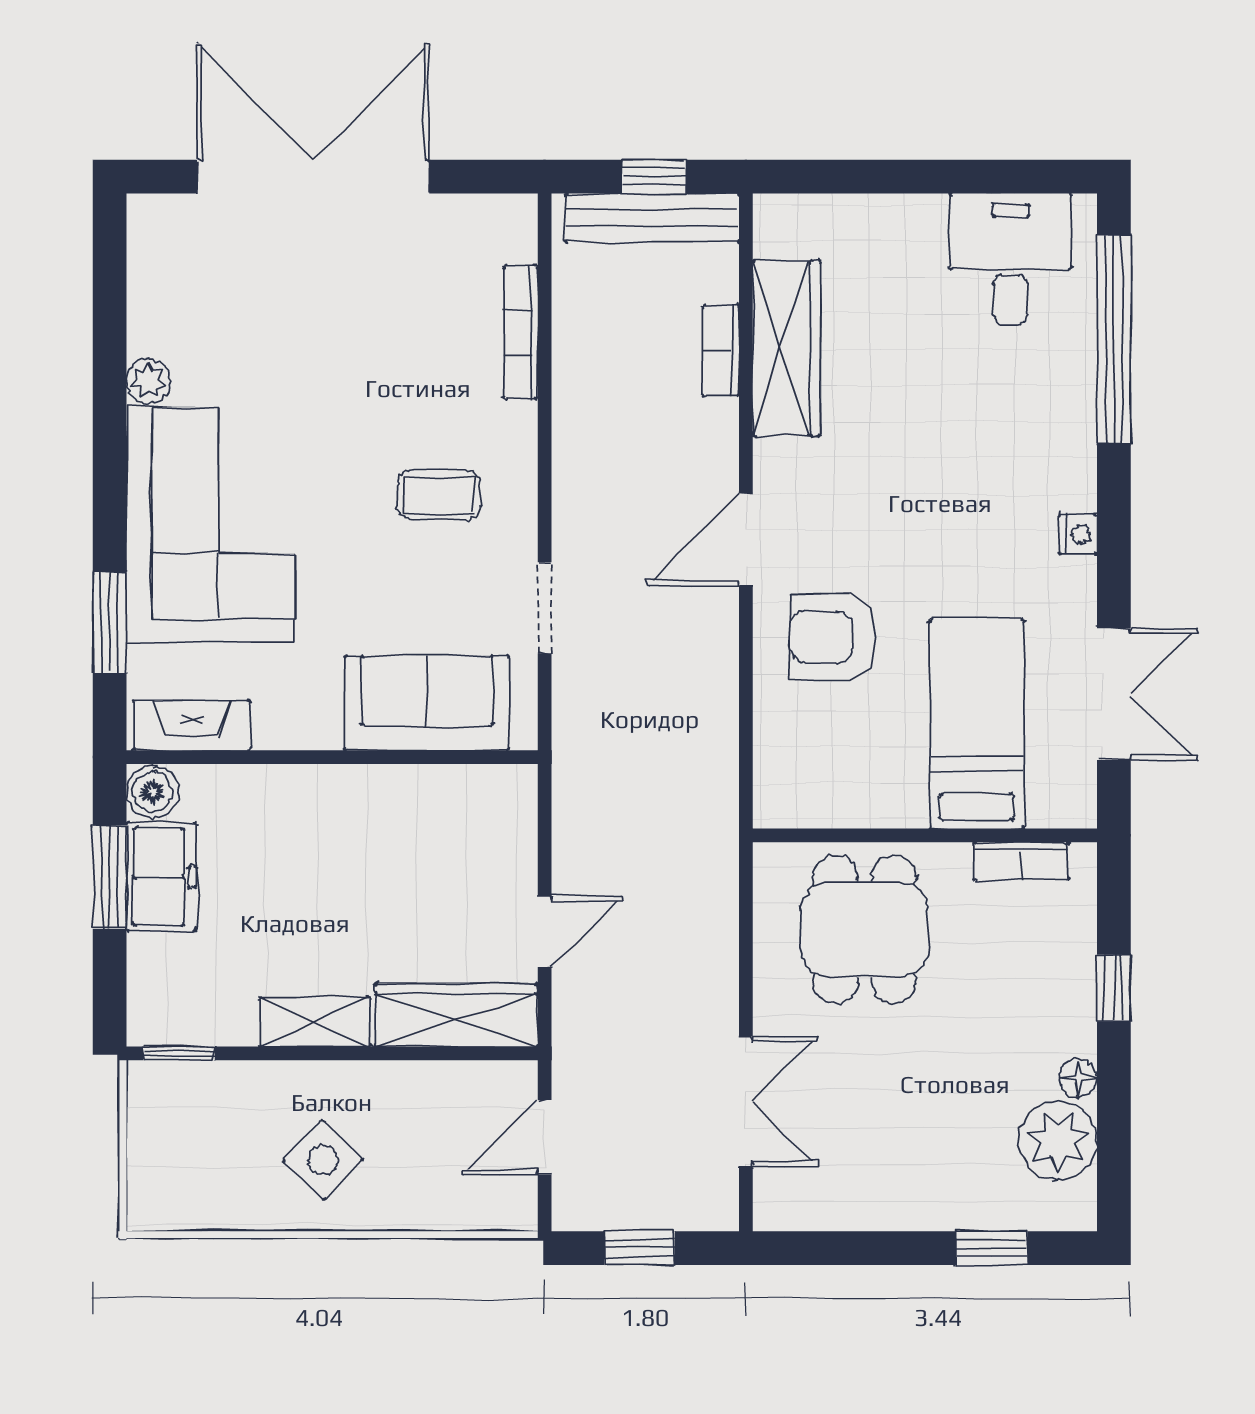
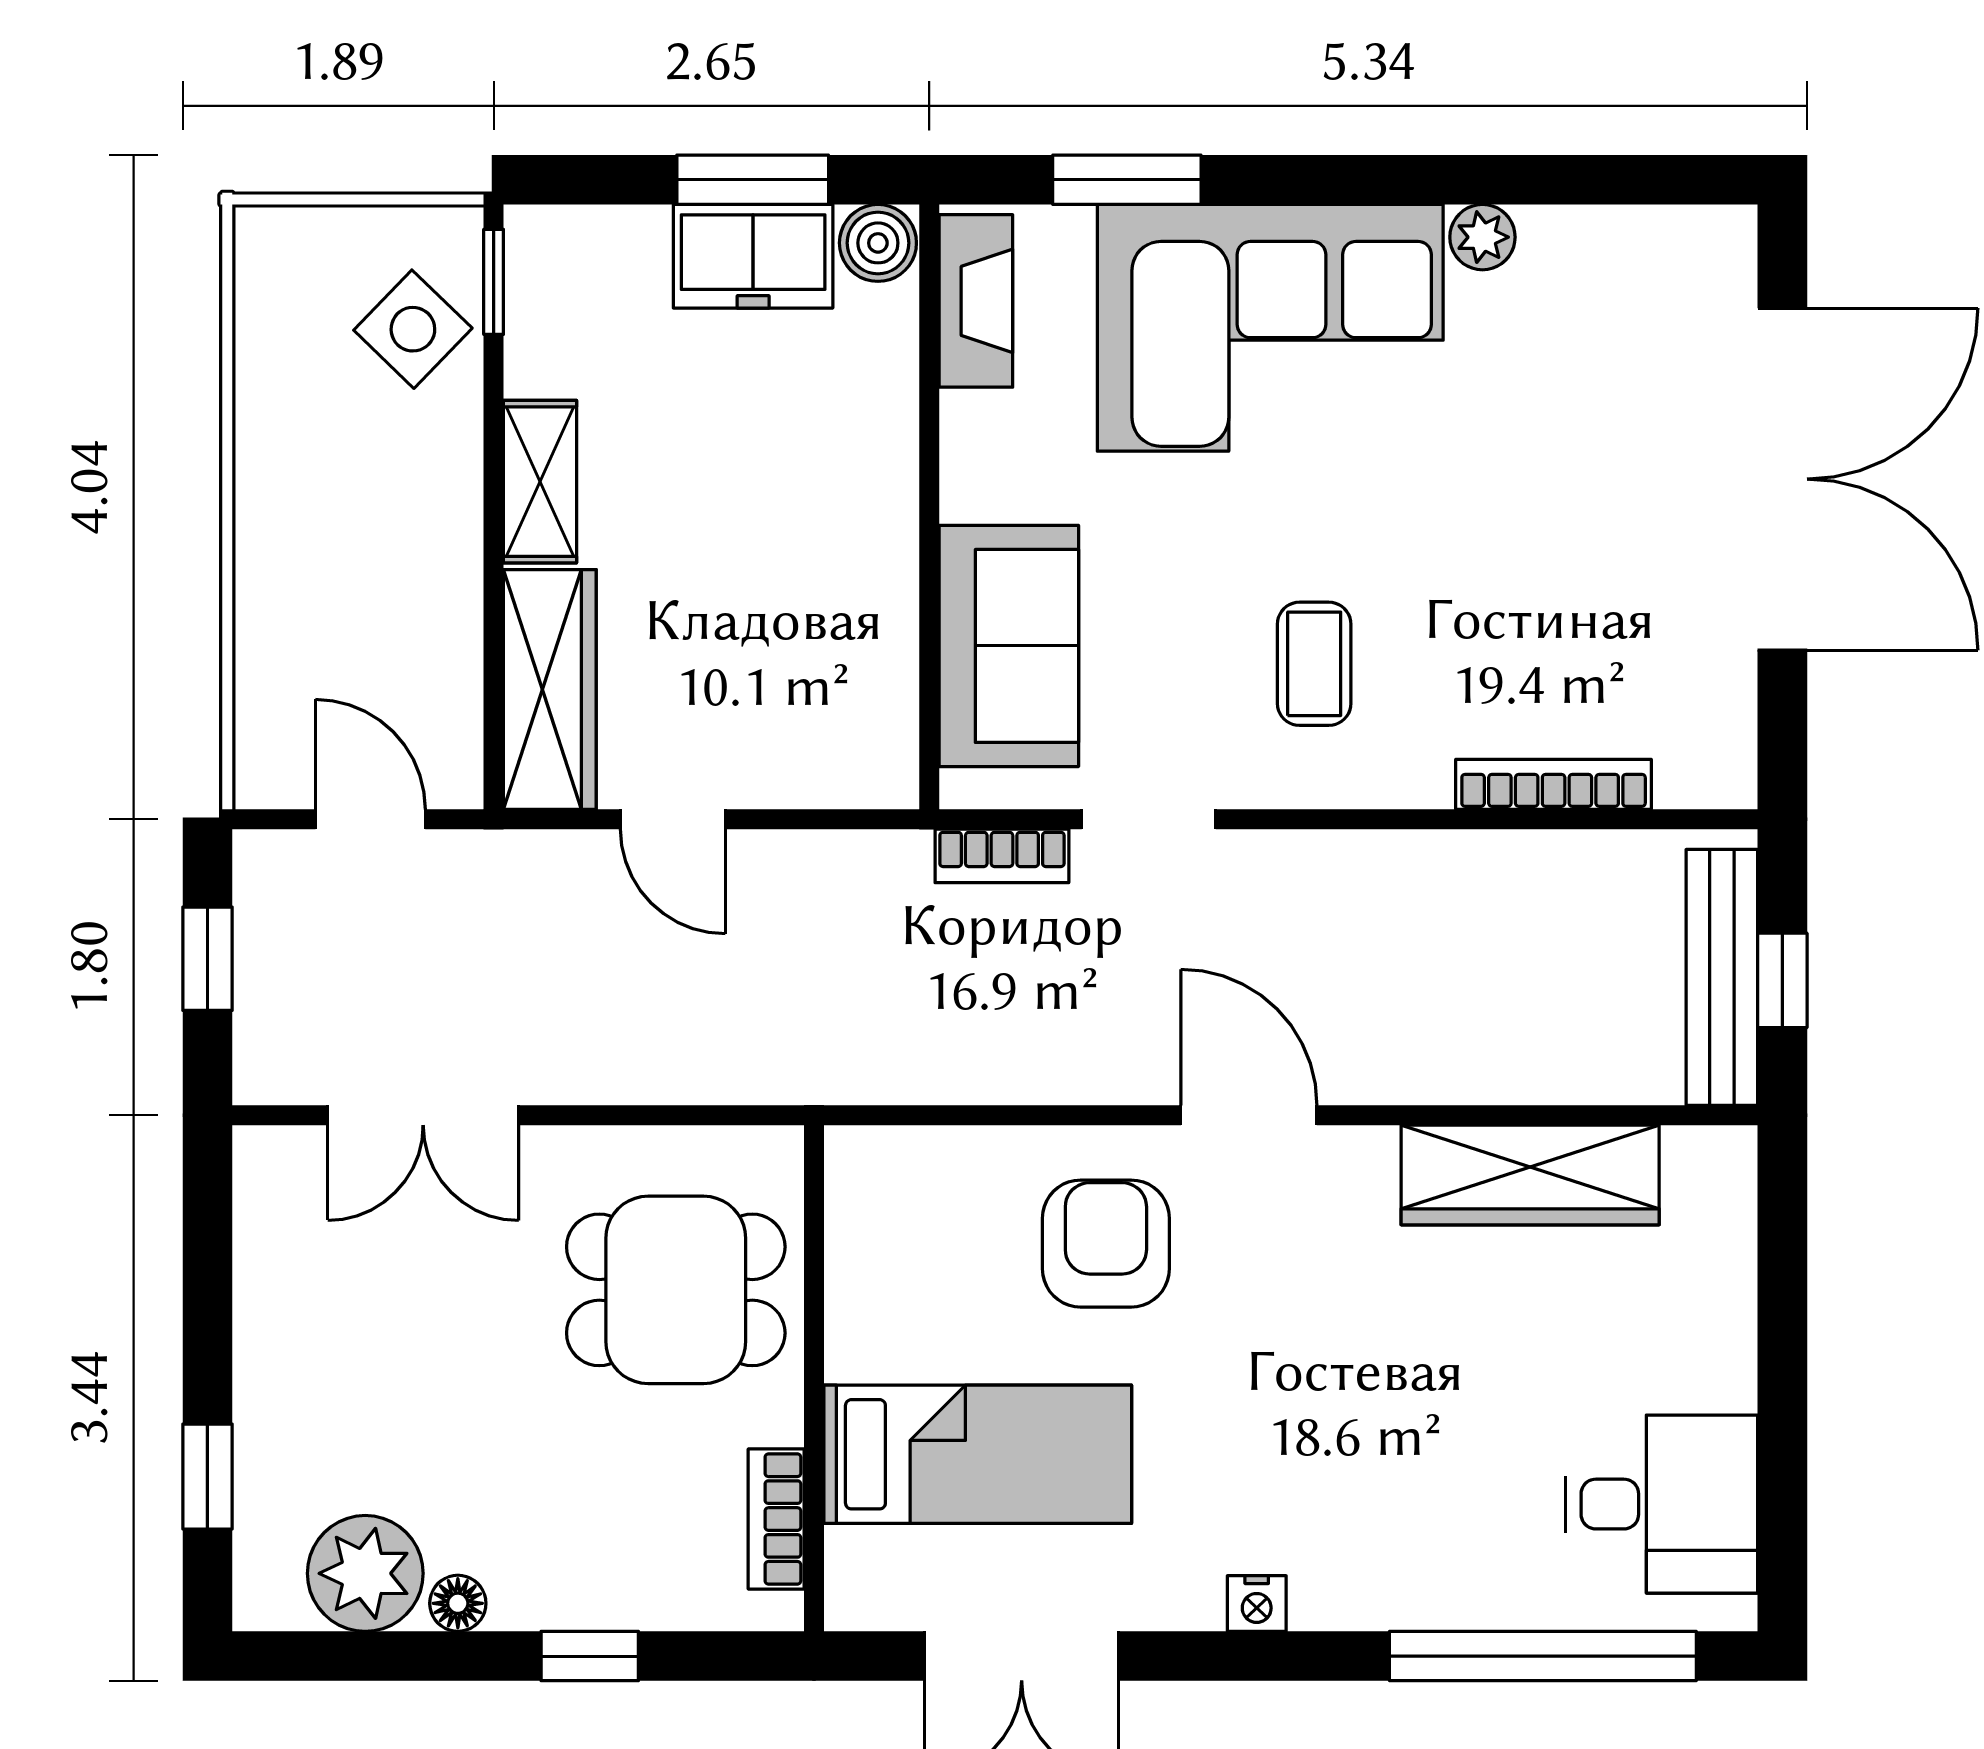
bookcase: (721, 351) -> (1002, 856), moved, turned 180
side table: (323, 1160) -> (413, 329), moved

